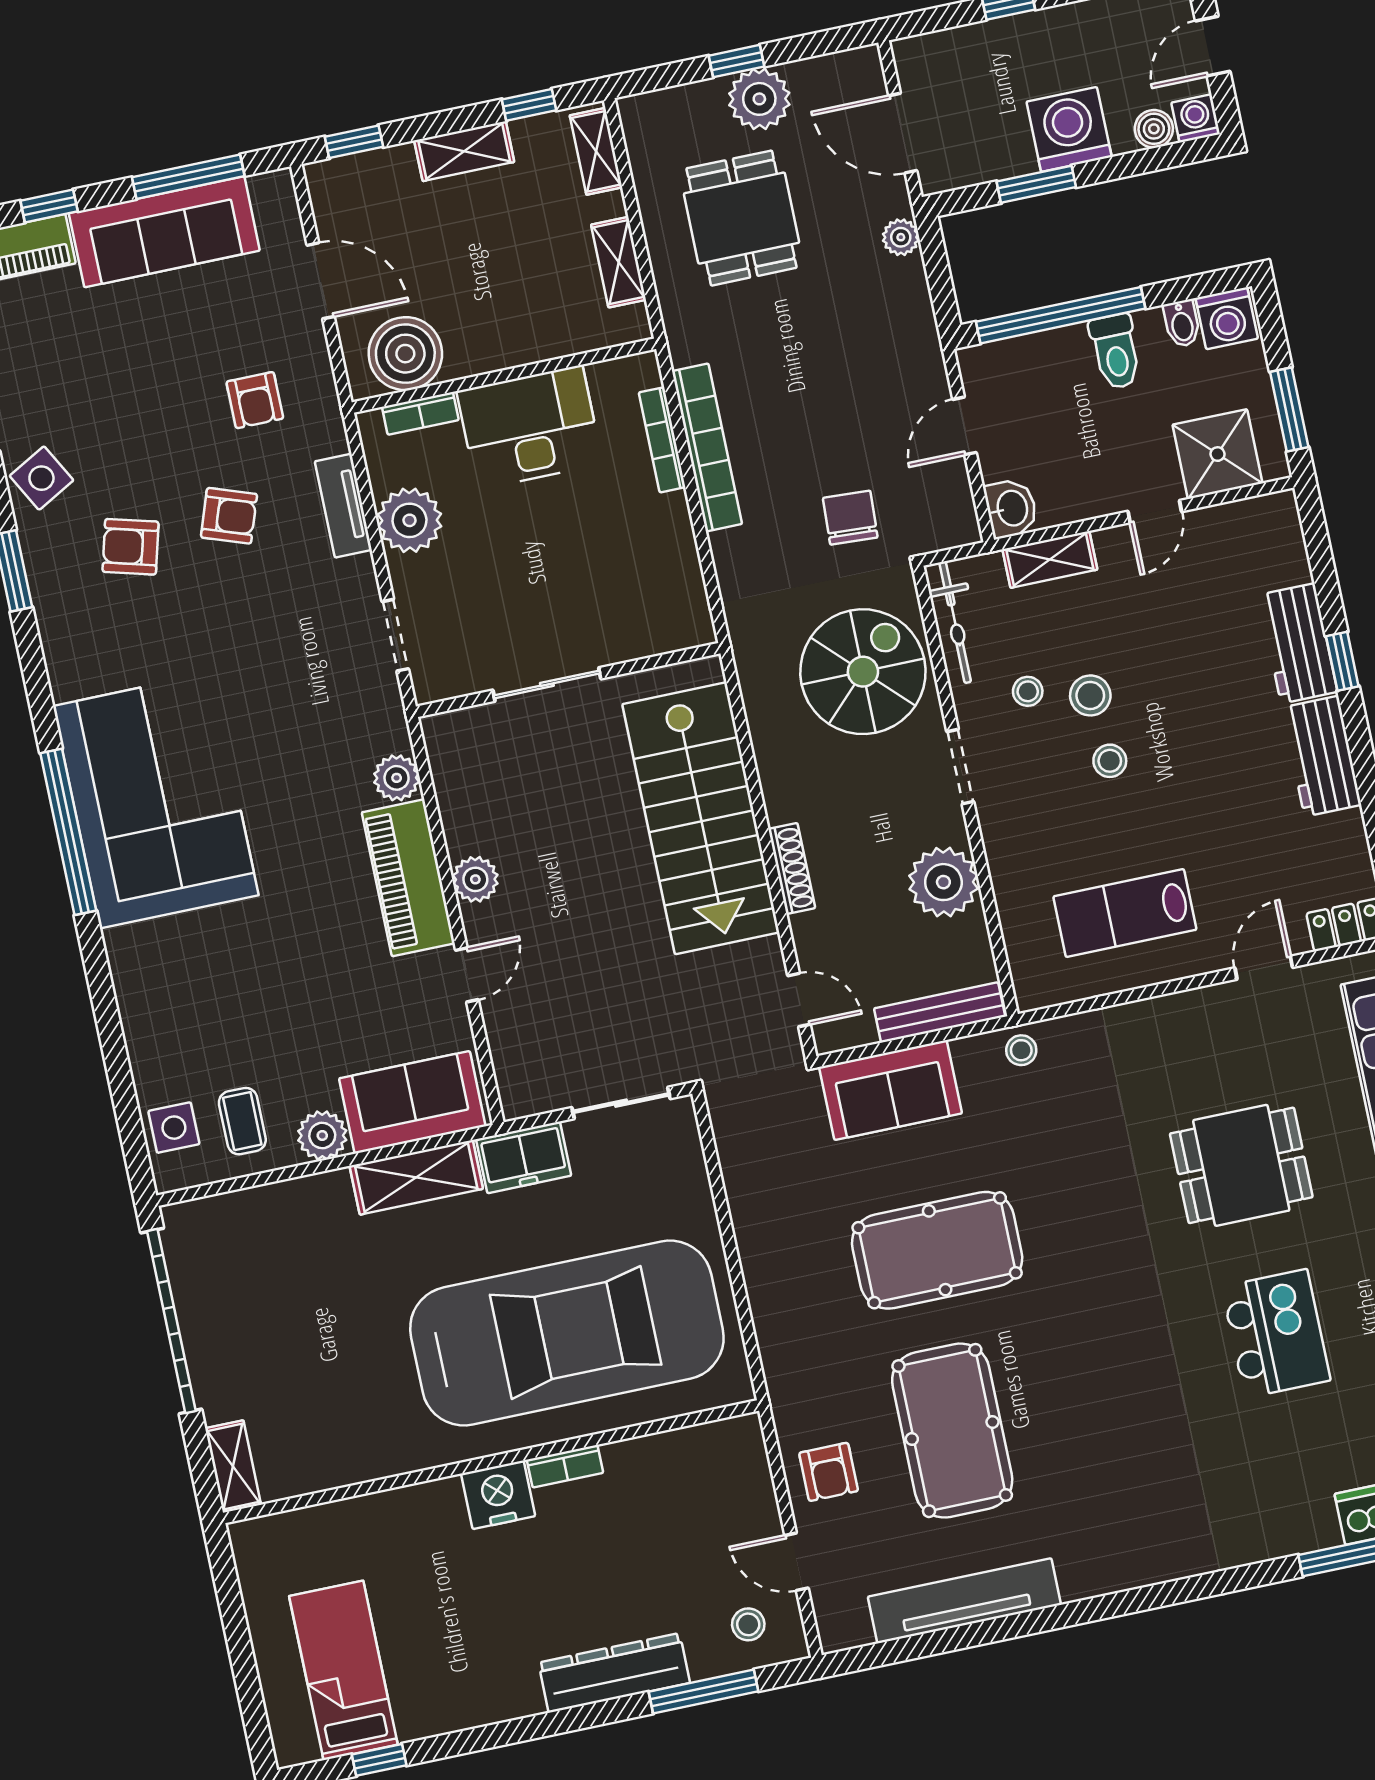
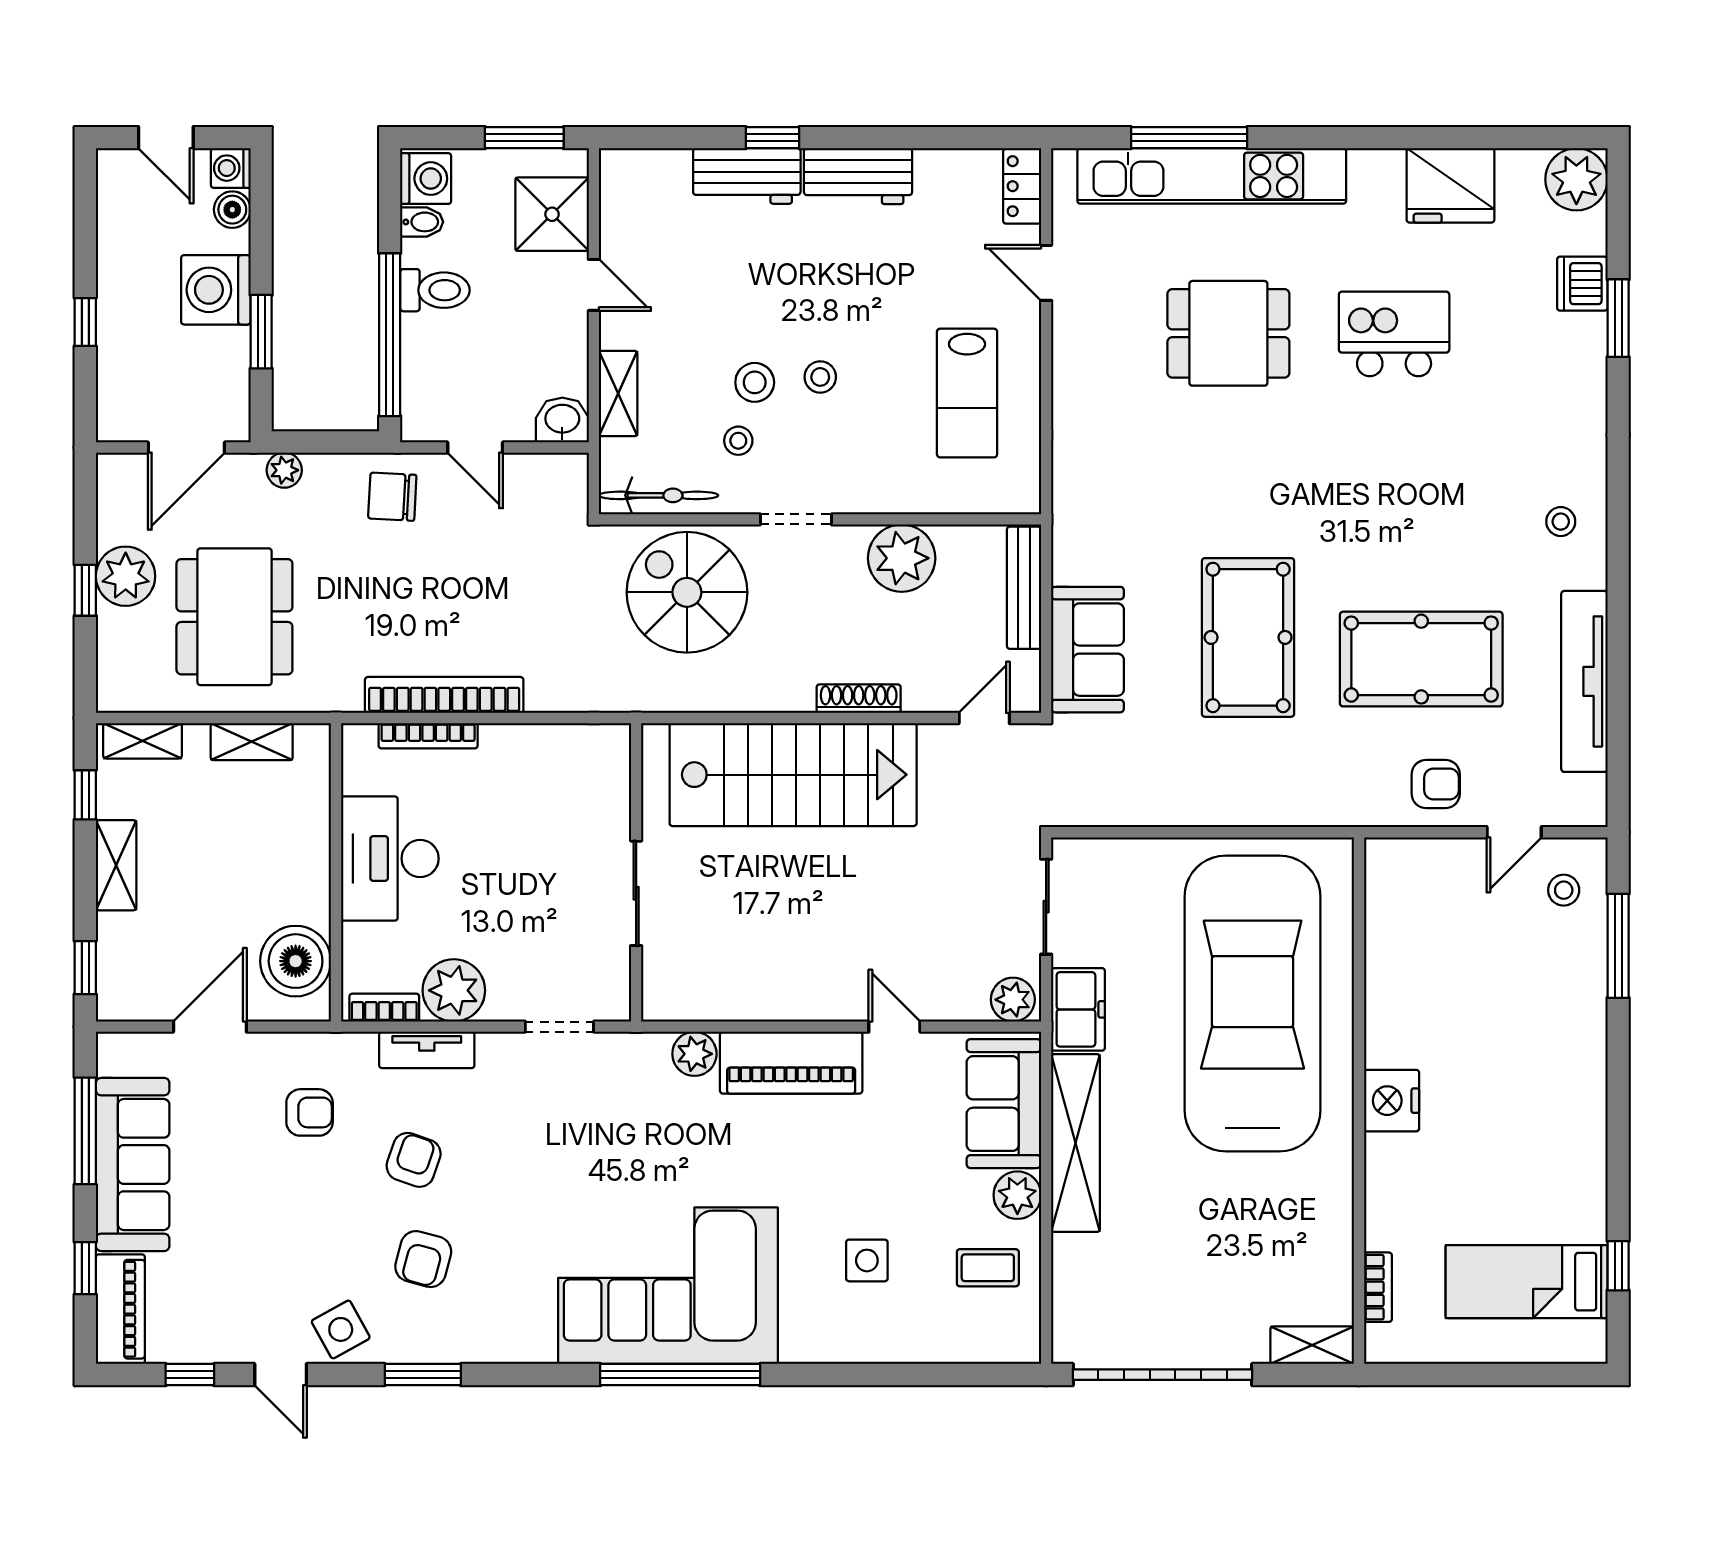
dining table: (742, 218) -> (234, 617), width x1.37
bookcase: (420, 413) -> (384, 1008), moved, turned -90
chair: (850, 518) -> (392, 497), moved
plant: (475, 879) -> (1013, 1000), moved
stool: (1021, 1050) -> (1561, 522), moved
side table: (174, 1128) -> (867, 1260), moved
dining table: (1241, 1165) -> (1228, 333), turned 90
shelving: (416, 1177) -> (1076, 1143), width x1.47
bookcase: (565, 1466) -> (1378, 1287), moved
dresser: (614, 1673) -> (1583, 1026), removed

